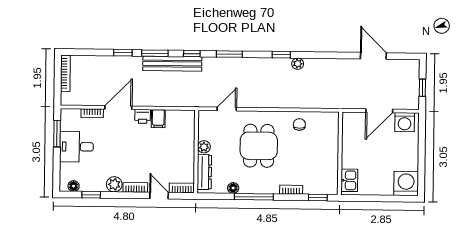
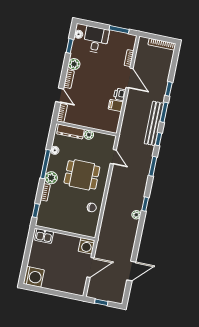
door: (379, 111) -> (91, 268), swing flipped
washing machine: (405, 122) -> (87, 246), moved, turned -90
desk: (76, 147) -> (96, 40), moved
plant: (270, 186) -> (51, 178), added
door: (159, 196) -> (60, 95), hinge flipped

